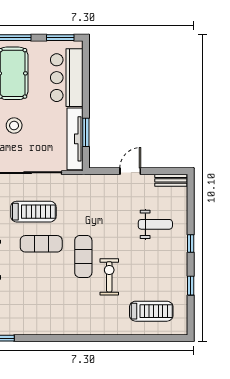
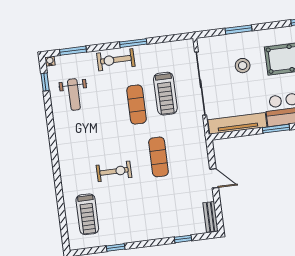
window: (86, 132) -> (276, 129), moved
weight bench: (155, 224) -> (74, 94), moved
window: (191, 243) -> (183, 239), moved
exercise mat: (83, 257) -> (158, 157), moved, turned 90

